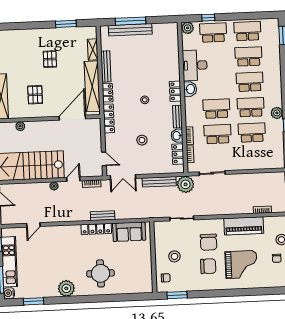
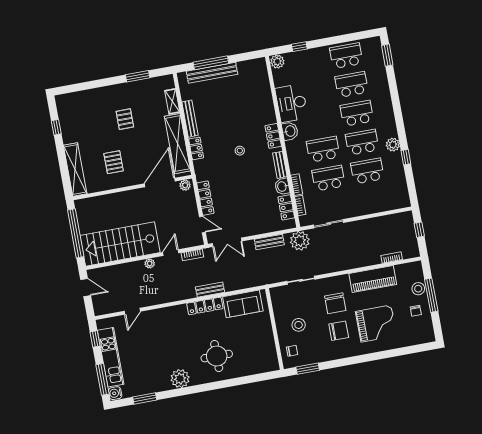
school desk: (213, 33) -> (307, 63), removed
locker: (109, 118) -> (205, 198), moved
plant: (20, 126) -> (185, 185), moved
stool: (142, 140) -> (243, 197), removed
bench: (159, 182) -> (269, 242), width x0.73

